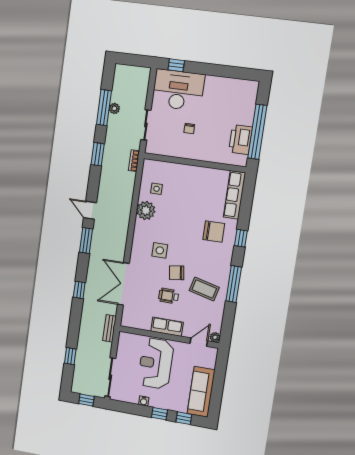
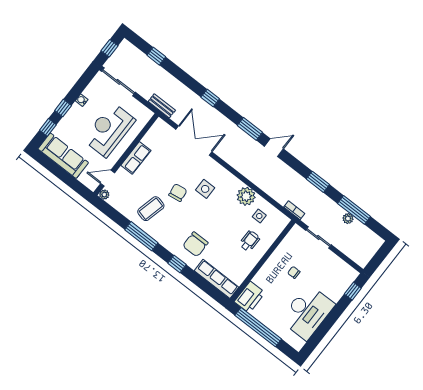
desk: (178, 90) -> (307, 312), moved
printer: (241, 140) -> (250, 297), moved, turned 90
wheelchair: (168, 296) -> (250, 241), moved
door: (199, 342) -> (108, 178), swing flipped
reception desk: (156, 363) -> (109, 130), turned -90

